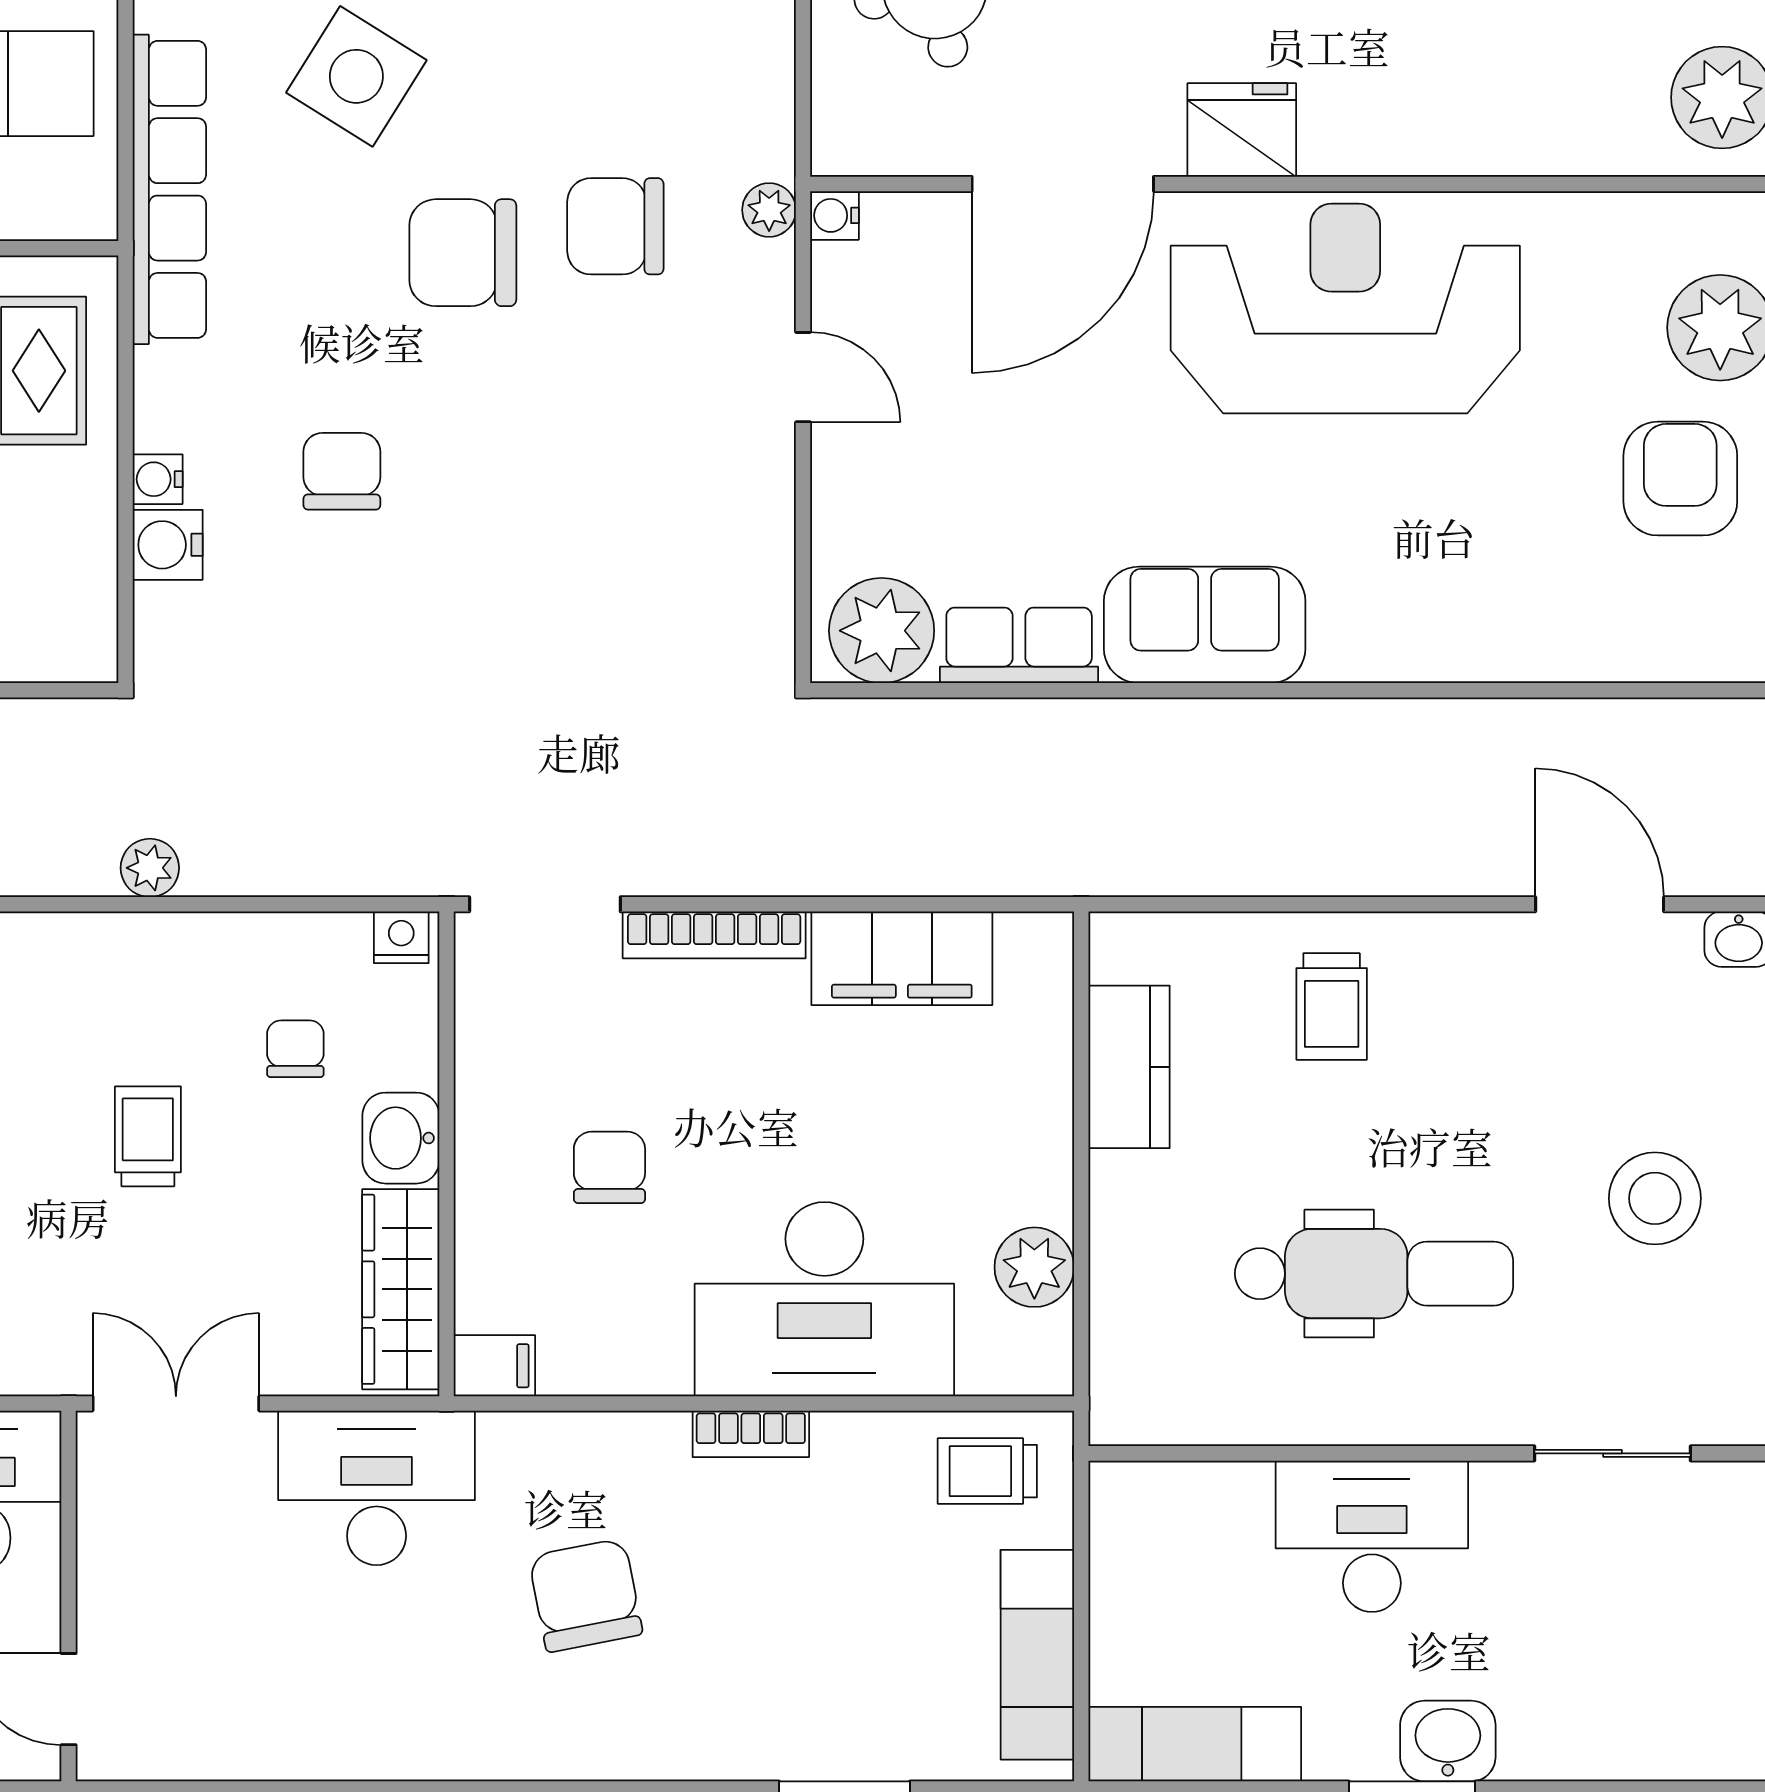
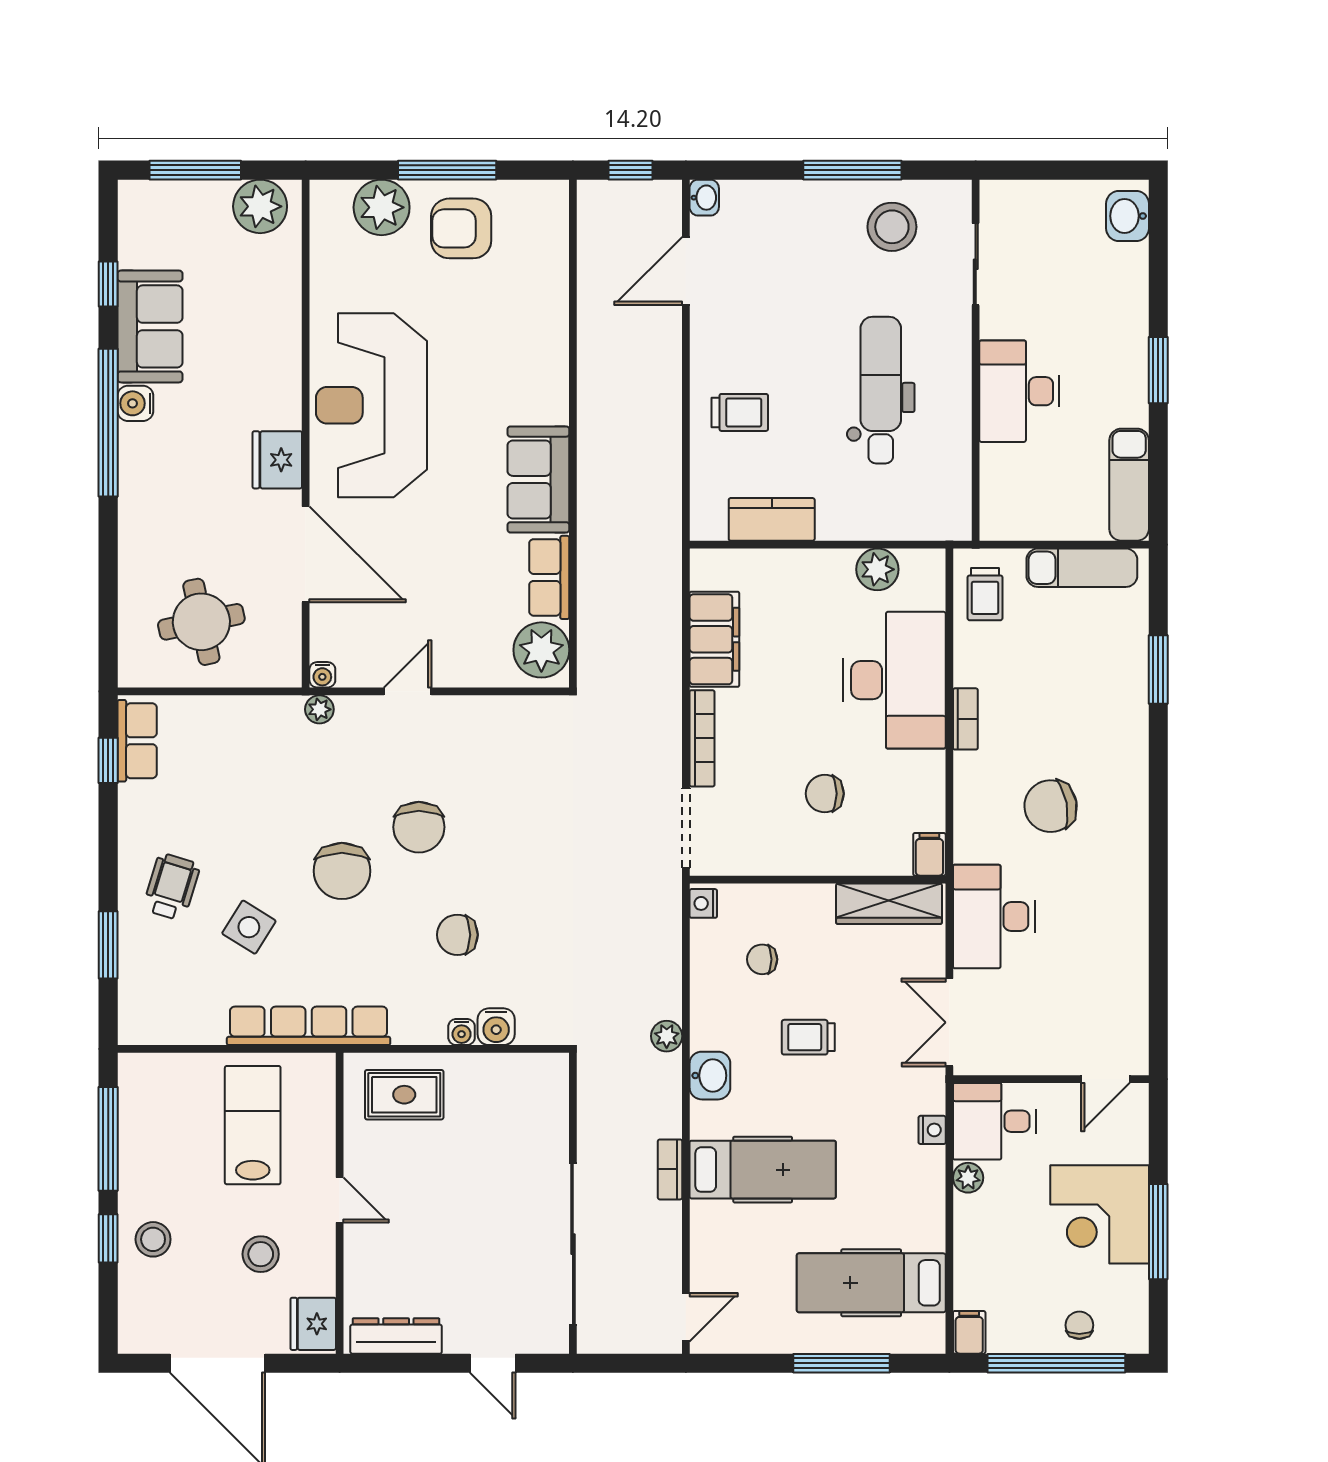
side table: (356, 76) -> (249, 927), width x0.73, depth x0.73
chair: (615, 226) -> (419, 827), moved
washbasin: (401, 1138) -> (710, 1076), moved, turned -90
stool: (1655, 1198) -> (892, 227), moved
washbasin: (1448, 1741) -> (1127, 216), moved

